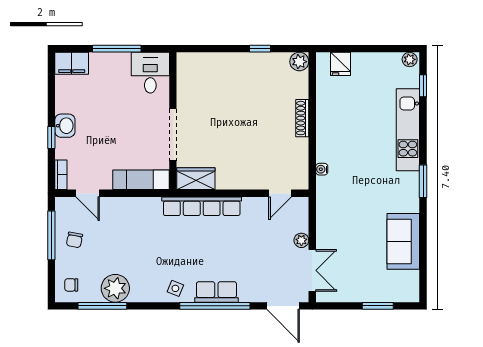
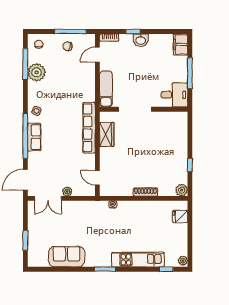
wardrobe: (196, 179) -> (107, 134), moved

